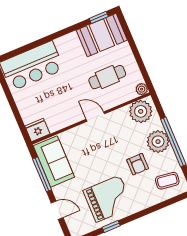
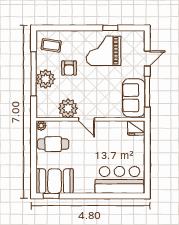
cafe table: (107, 77) -> (53, 144), moved
plant: (141, 111) -> (68, 108), moved
armchair: (138, 164) -> (69, 68), turned 180
door: (57, 210) -> (147, 59), swing flipped

